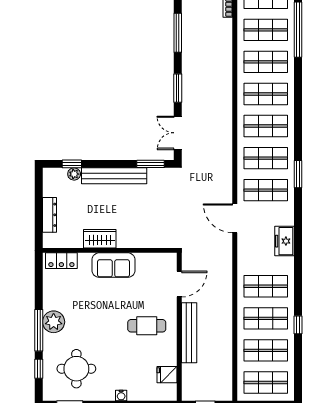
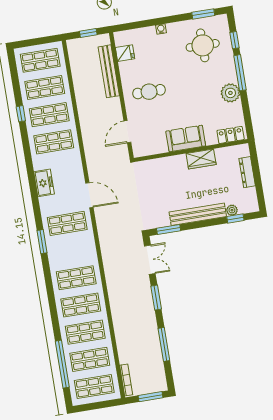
shop shelf: (266, 158) -> (72, 251), removed
plant: (54, 322) -> (230, 93), moved
bench: (189, 333) -> (109, 71), moved

